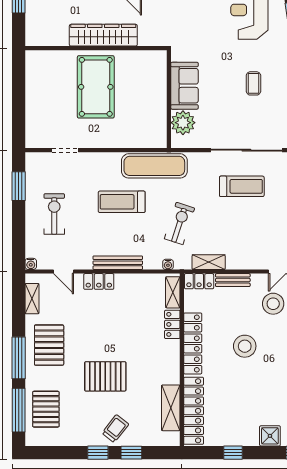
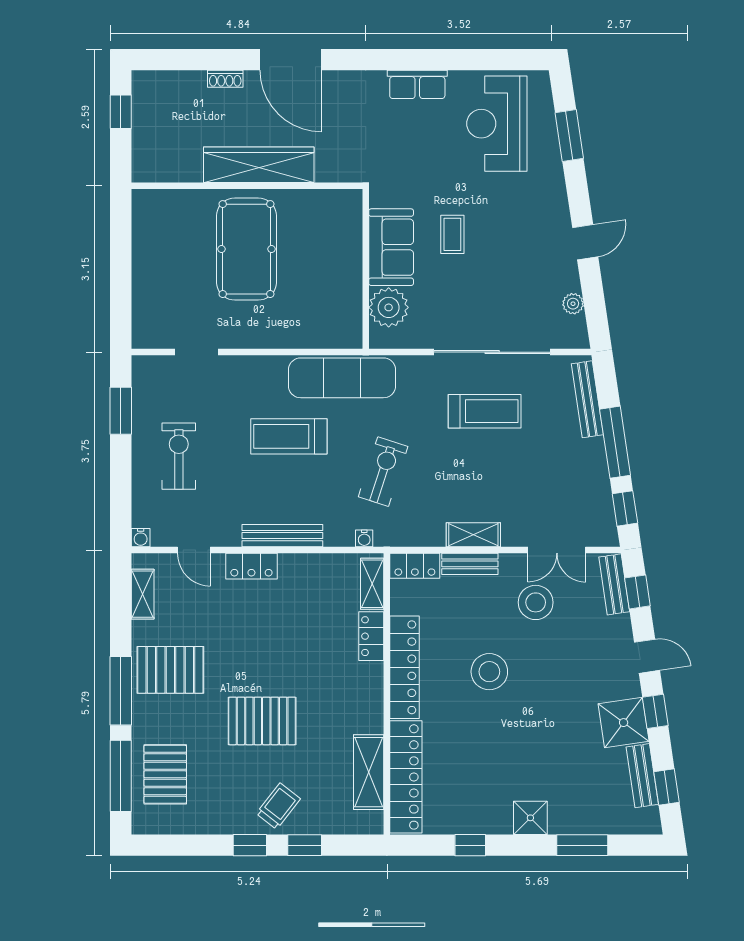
coffee table: (253, 83) -> (452, 234), moved
shelving: (209, 262) -> (473, 535), moved
pallet: (49, 345) -> (170, 670), turned 90

